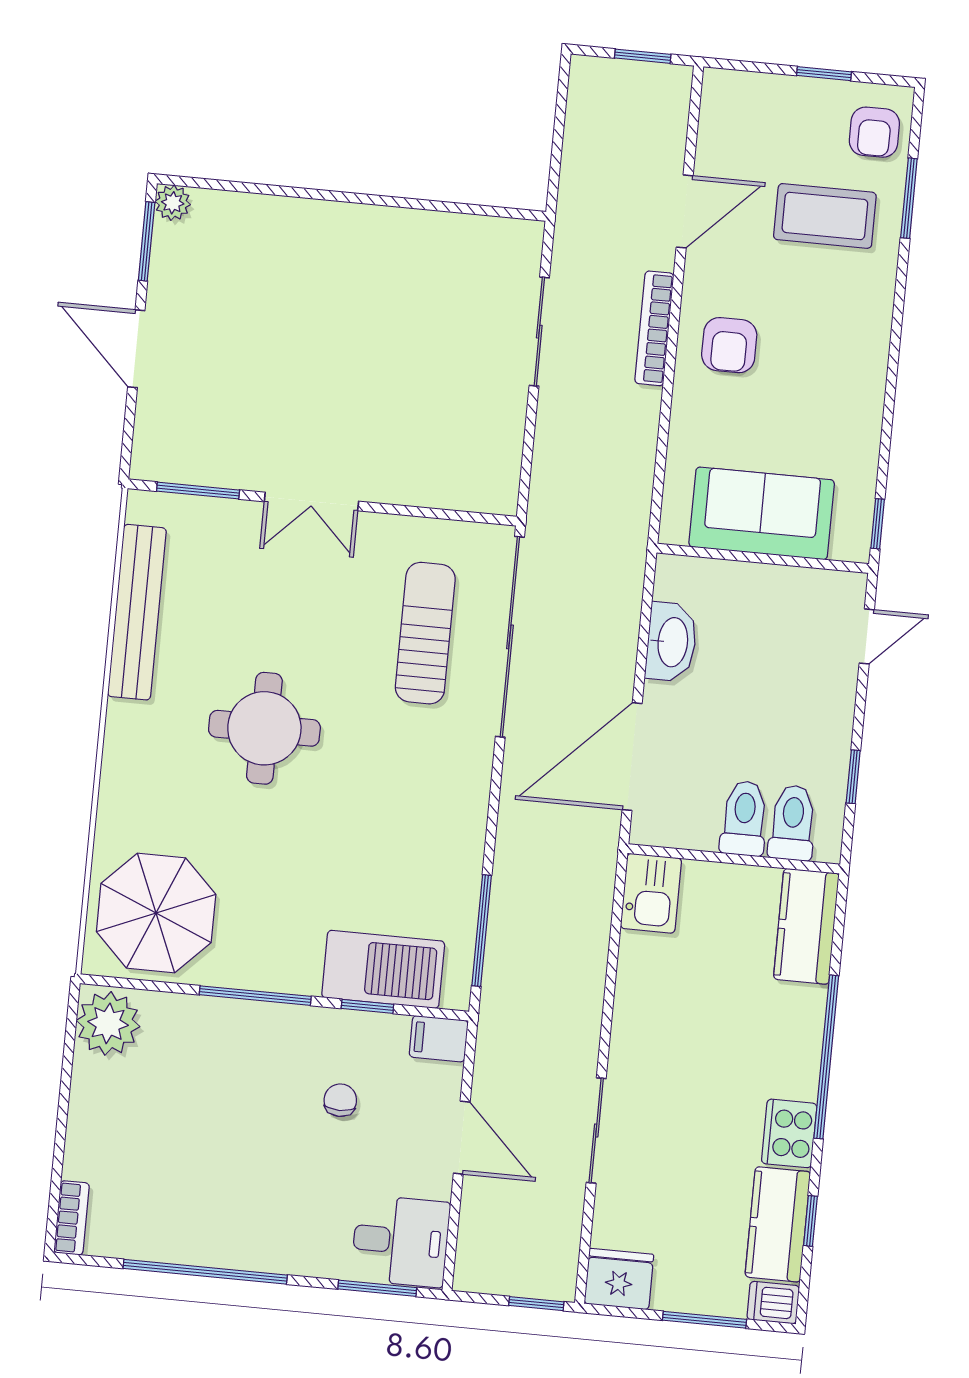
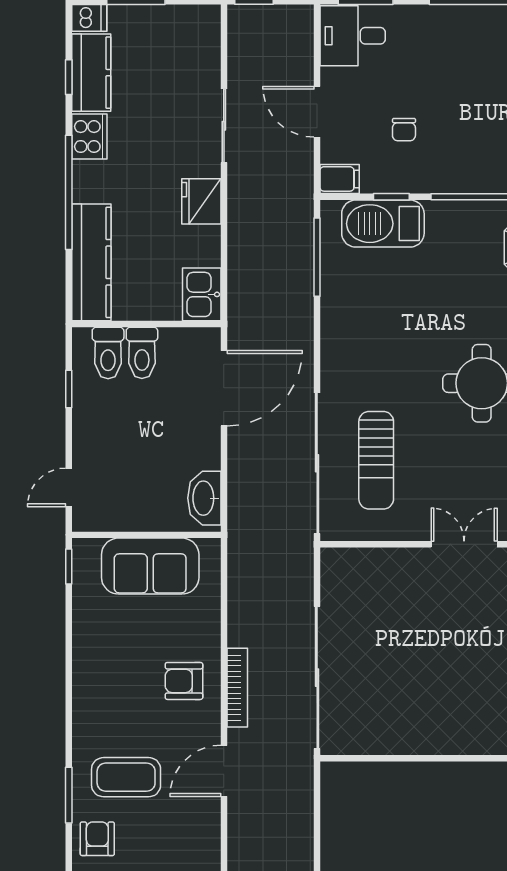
sliding door: (539, 332) -> (317, 678), width x1.86
armchair: (729, 345) -> (184, 681), turned -90
washbasin: (671, 642) -> (204, 498), moved
kitchen counter: (806, 926) -> (91, 262), width x1.50
fridge: (619, 1279) -> (201, 201), moved, turned 90

